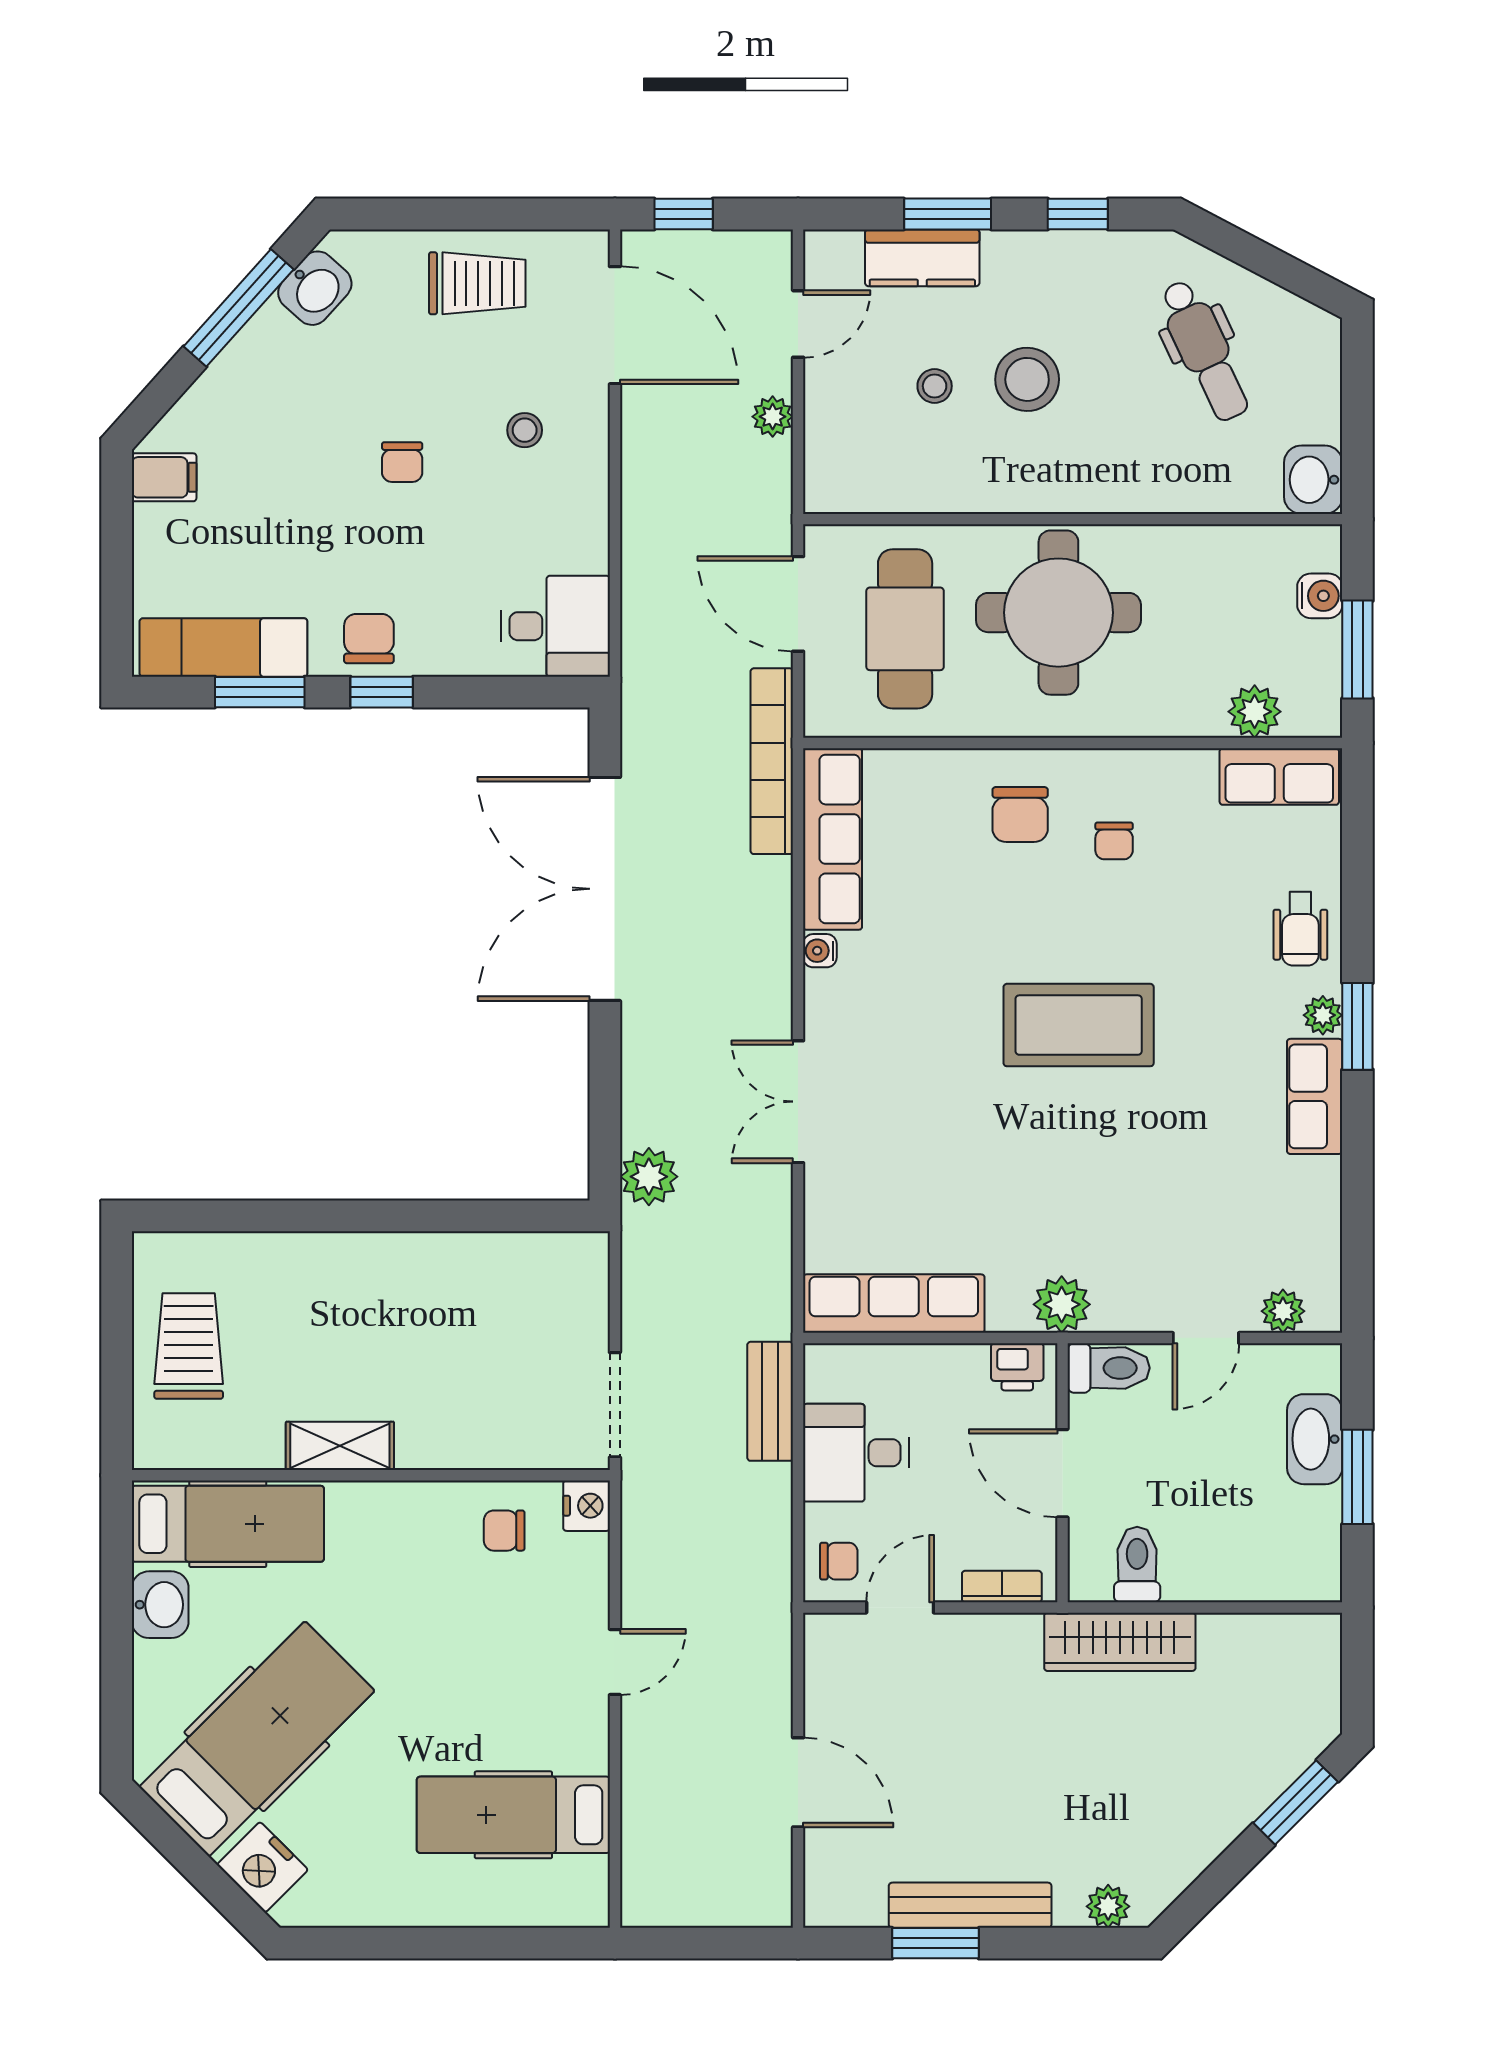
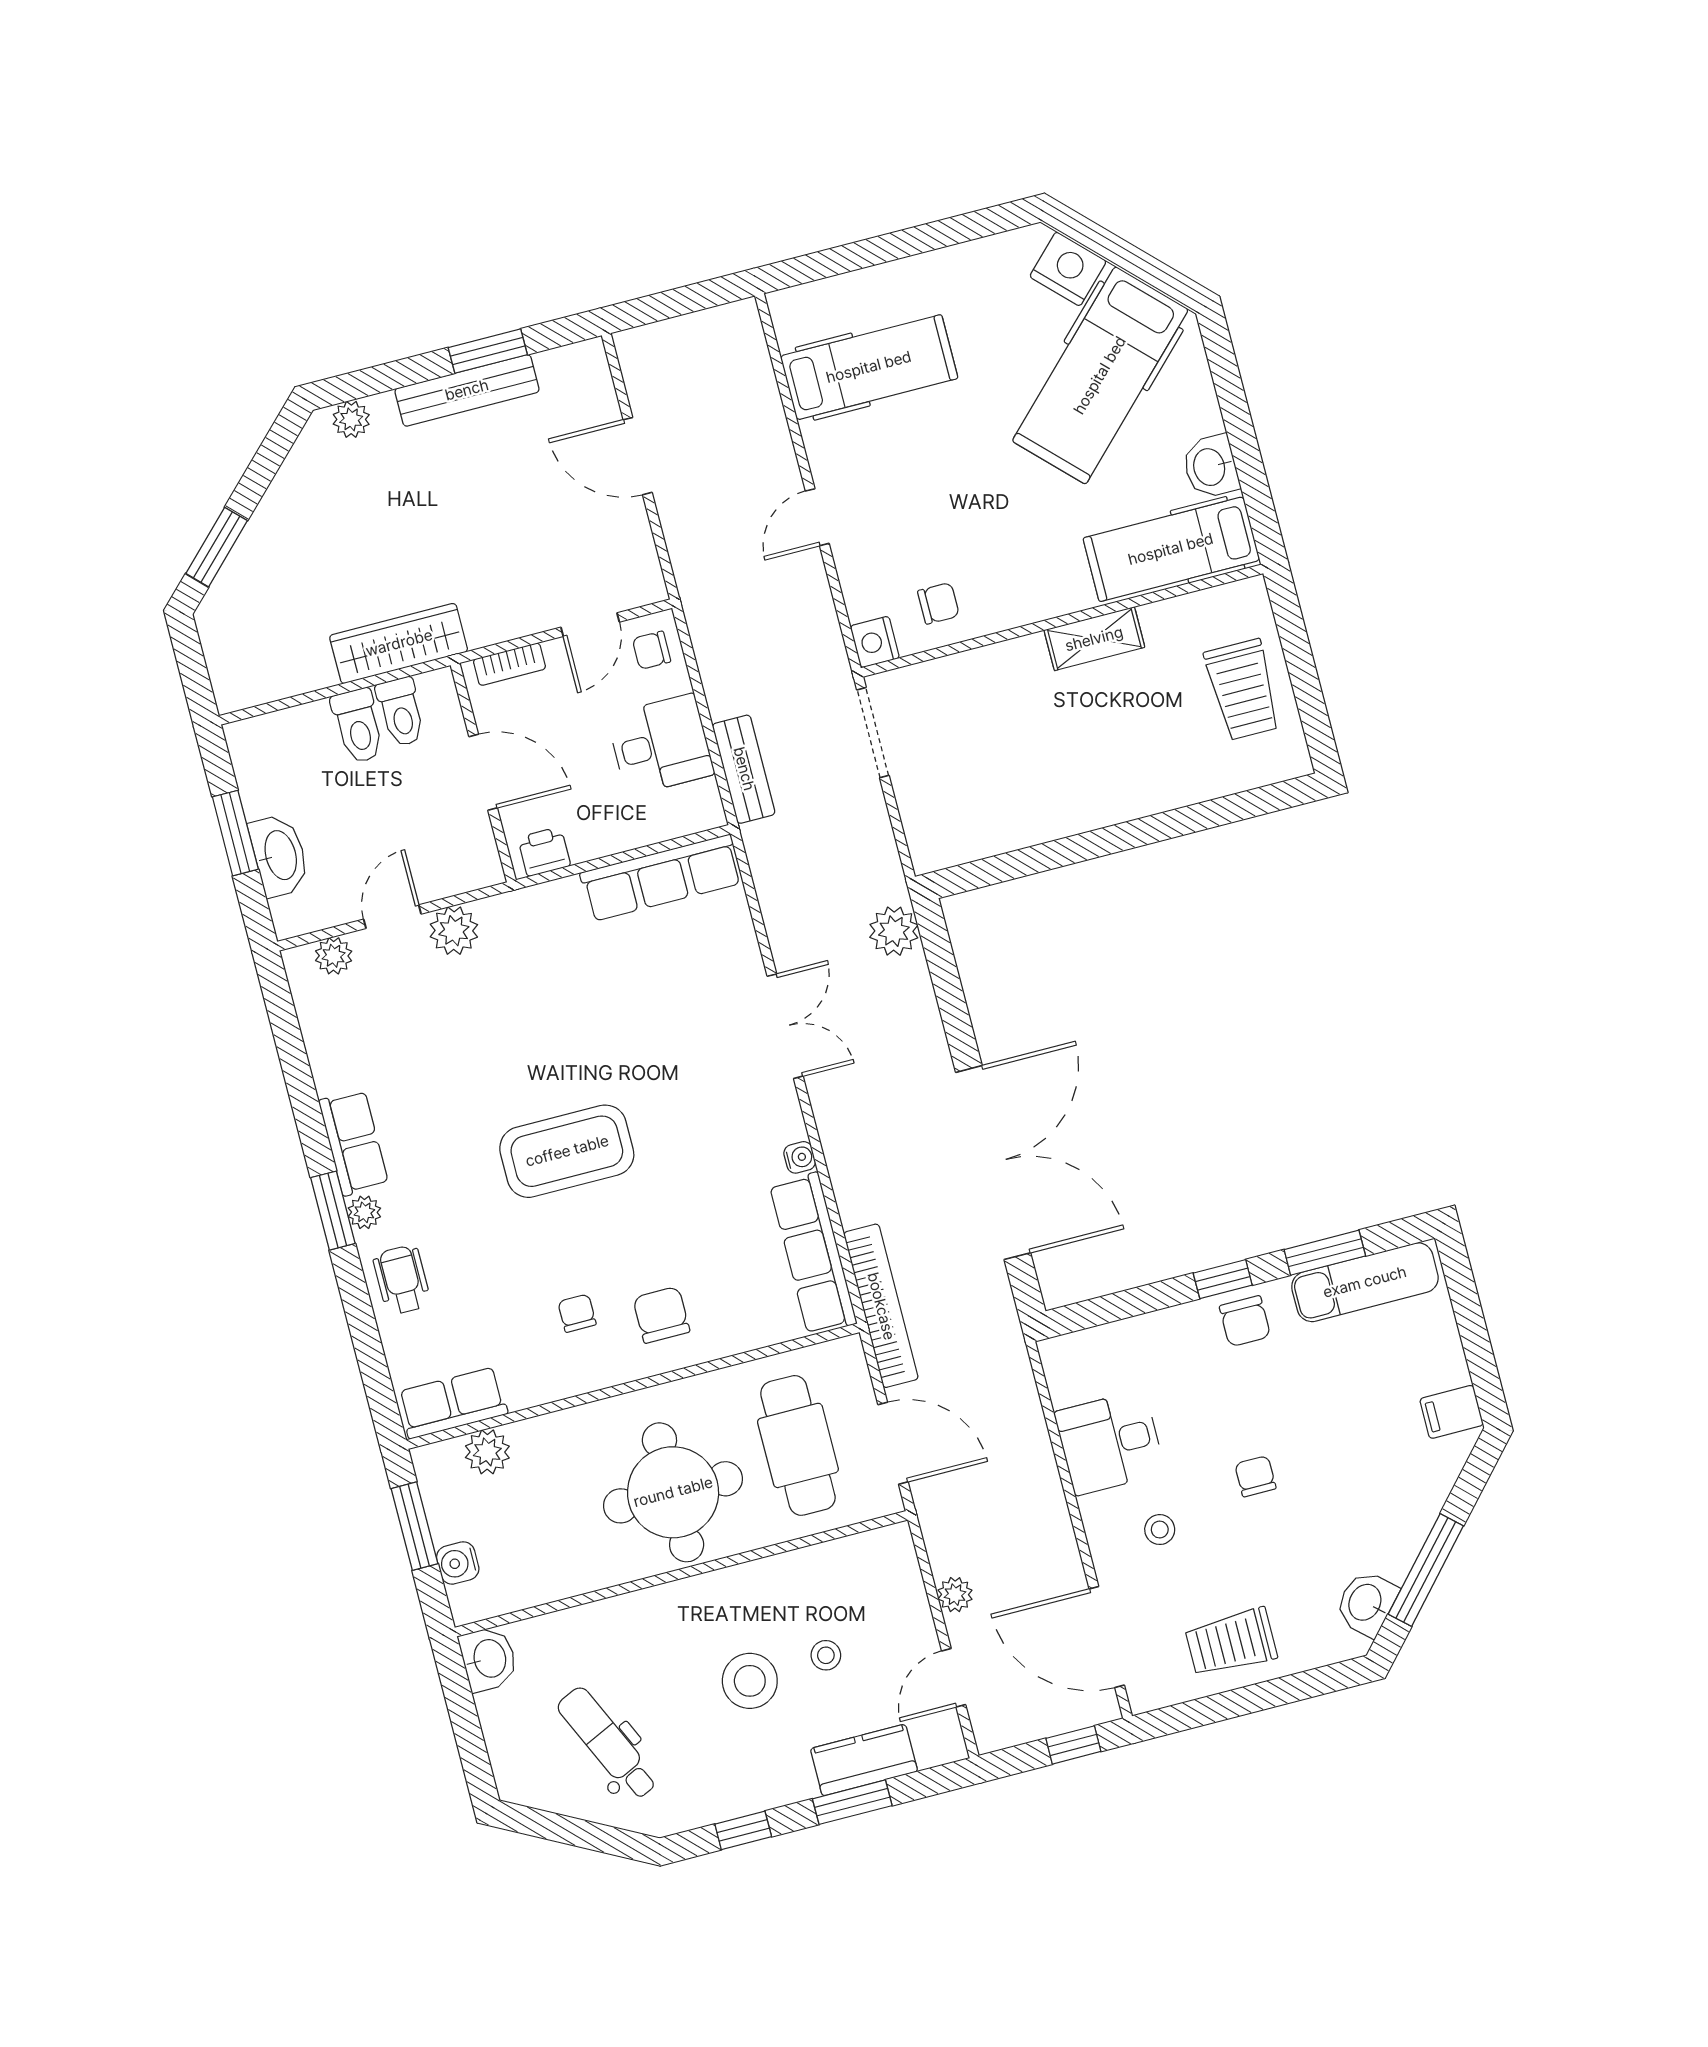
desk: (555, 626) -> (1110, 1443), moved
plant: (1062, 1304) -> (454, 931), moved
toilet: (1109, 1368) -> (358, 726), moved, turned -90

